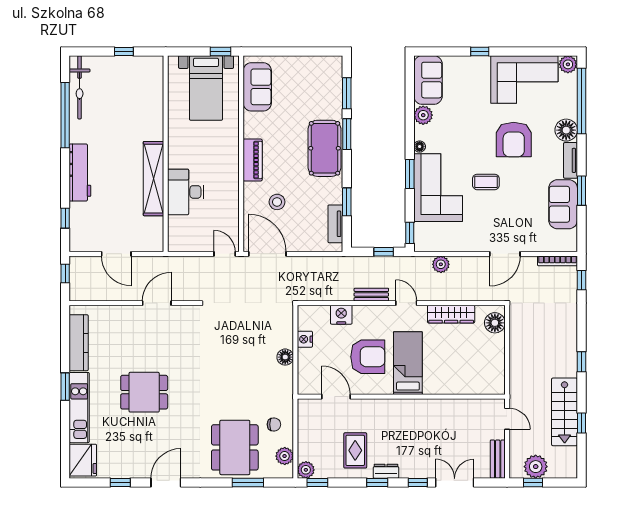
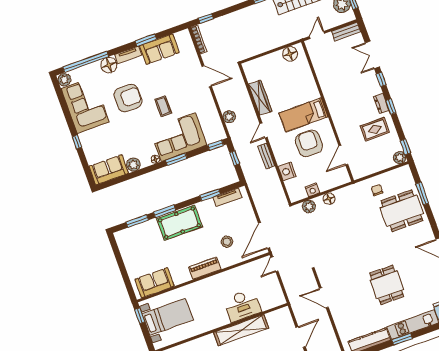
floor lamp: (495, 323) -> (290, 54), moved
plant: (285, 456) -> (309, 206), moved

